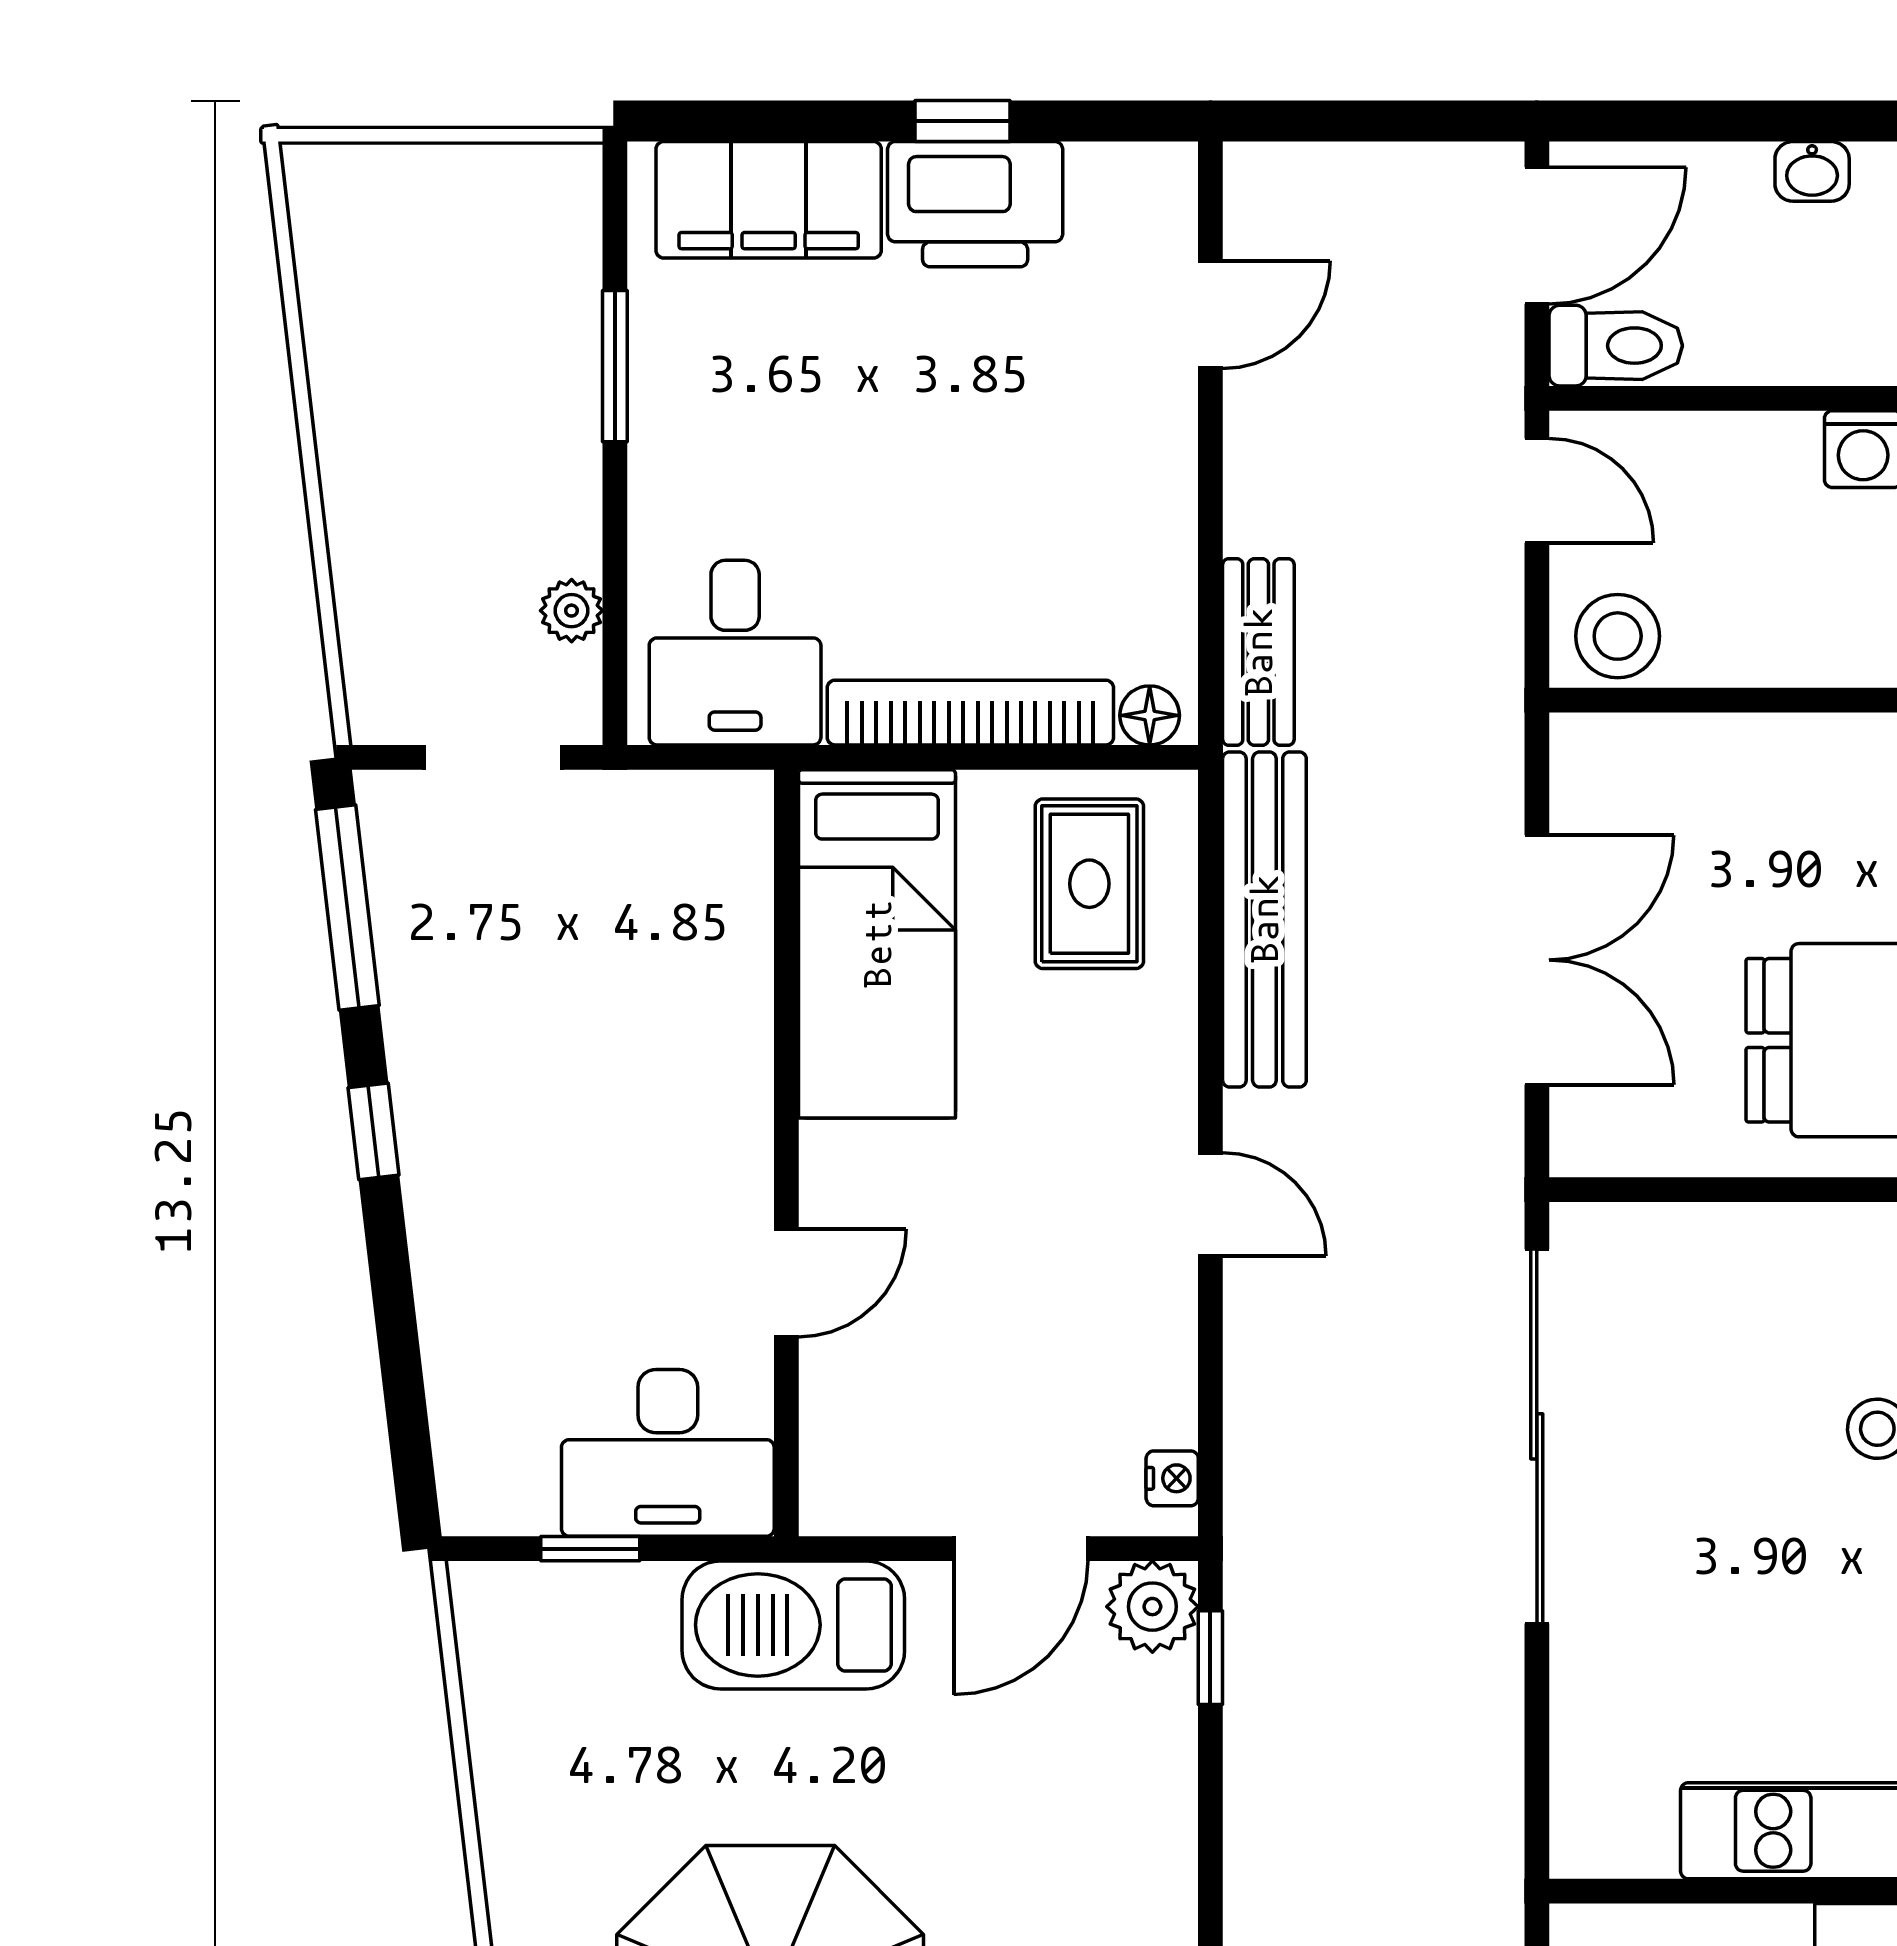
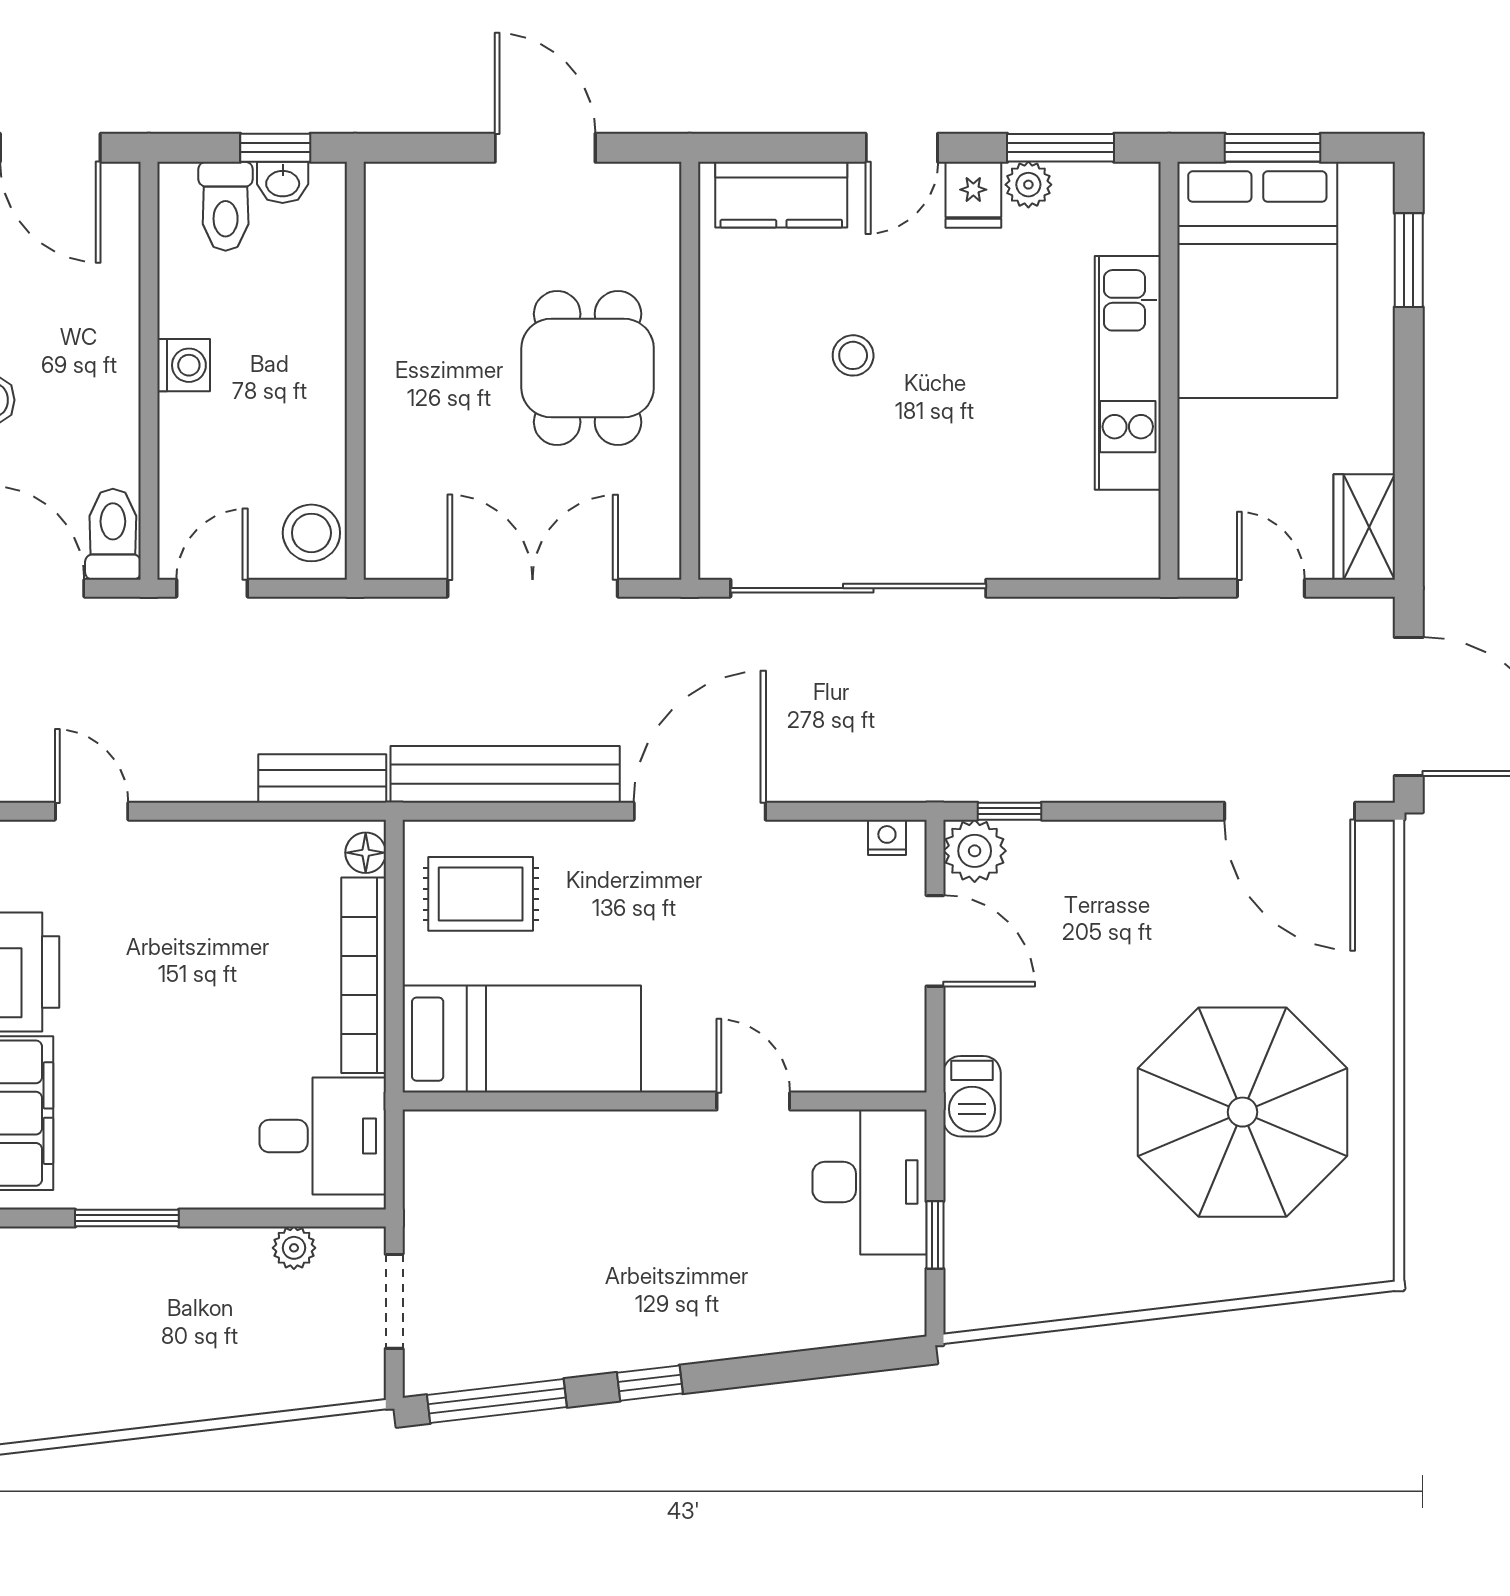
door: (1210, 1204) -> (700, 811), width x1.87
barbecue: (793, 1625) -> (972, 1096), width x0.53, depth x0.65

